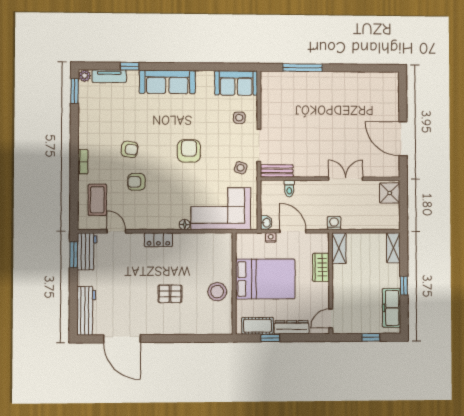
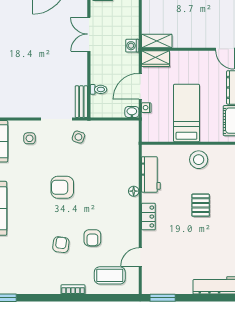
corner sofa: (221, 209) -> (118, 156), removed
workbench: (87, 251) -> (151, 174), moved, turned 90
wardrobe: (321, 267) -> (155, 59), moved
bed: (265, 279) -> (186, 113), width x0.67

